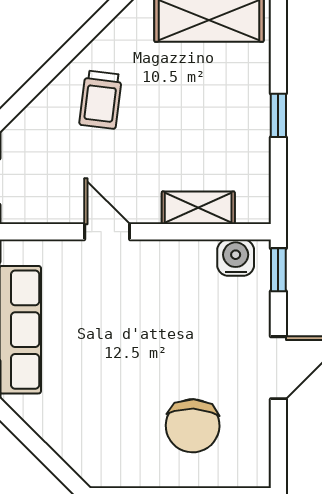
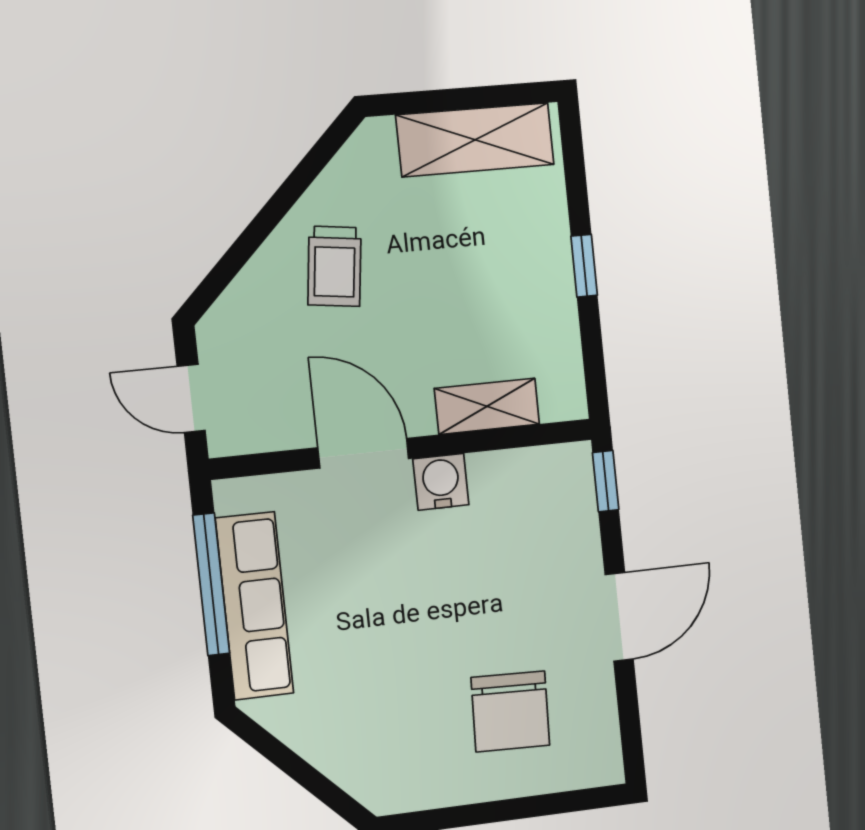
door: (107, 232) -> (363, 453), width x1.38
water cooler: (236, 258) -> (441, 482), moved

